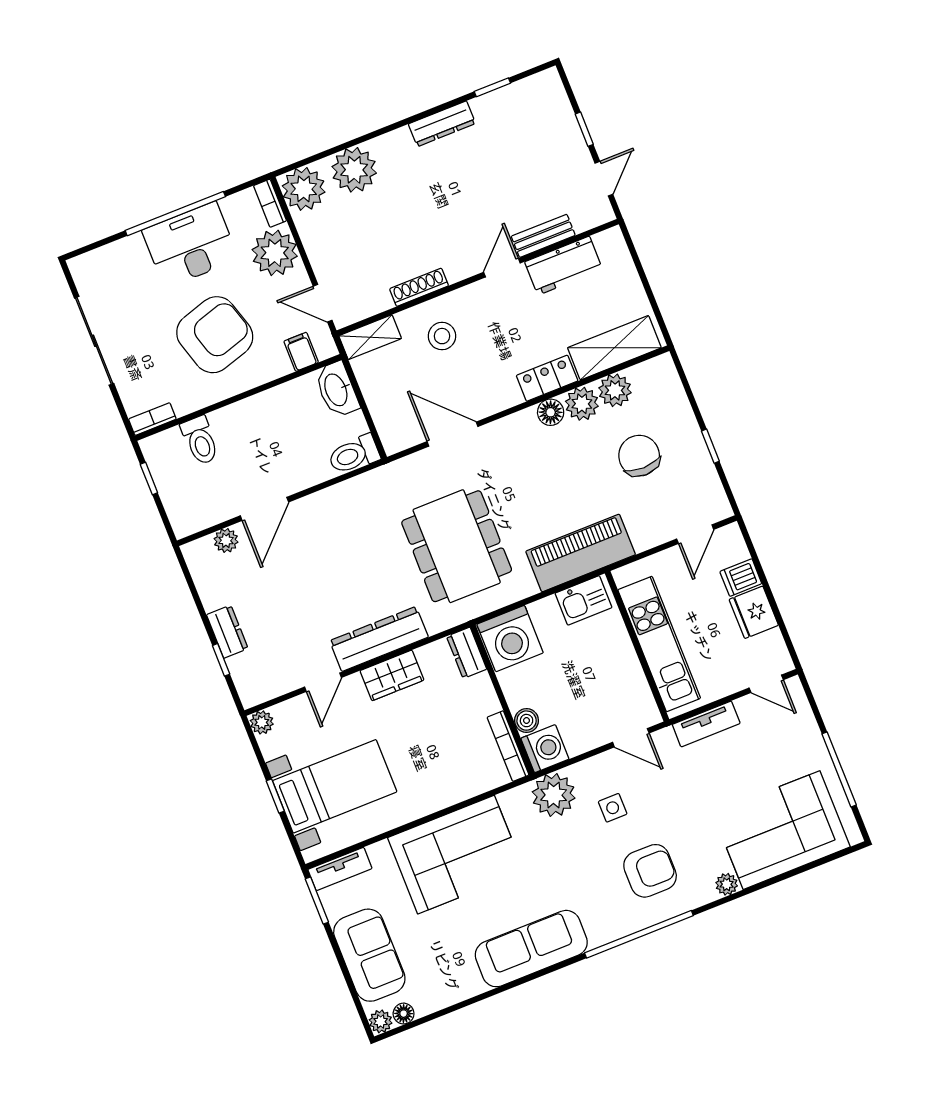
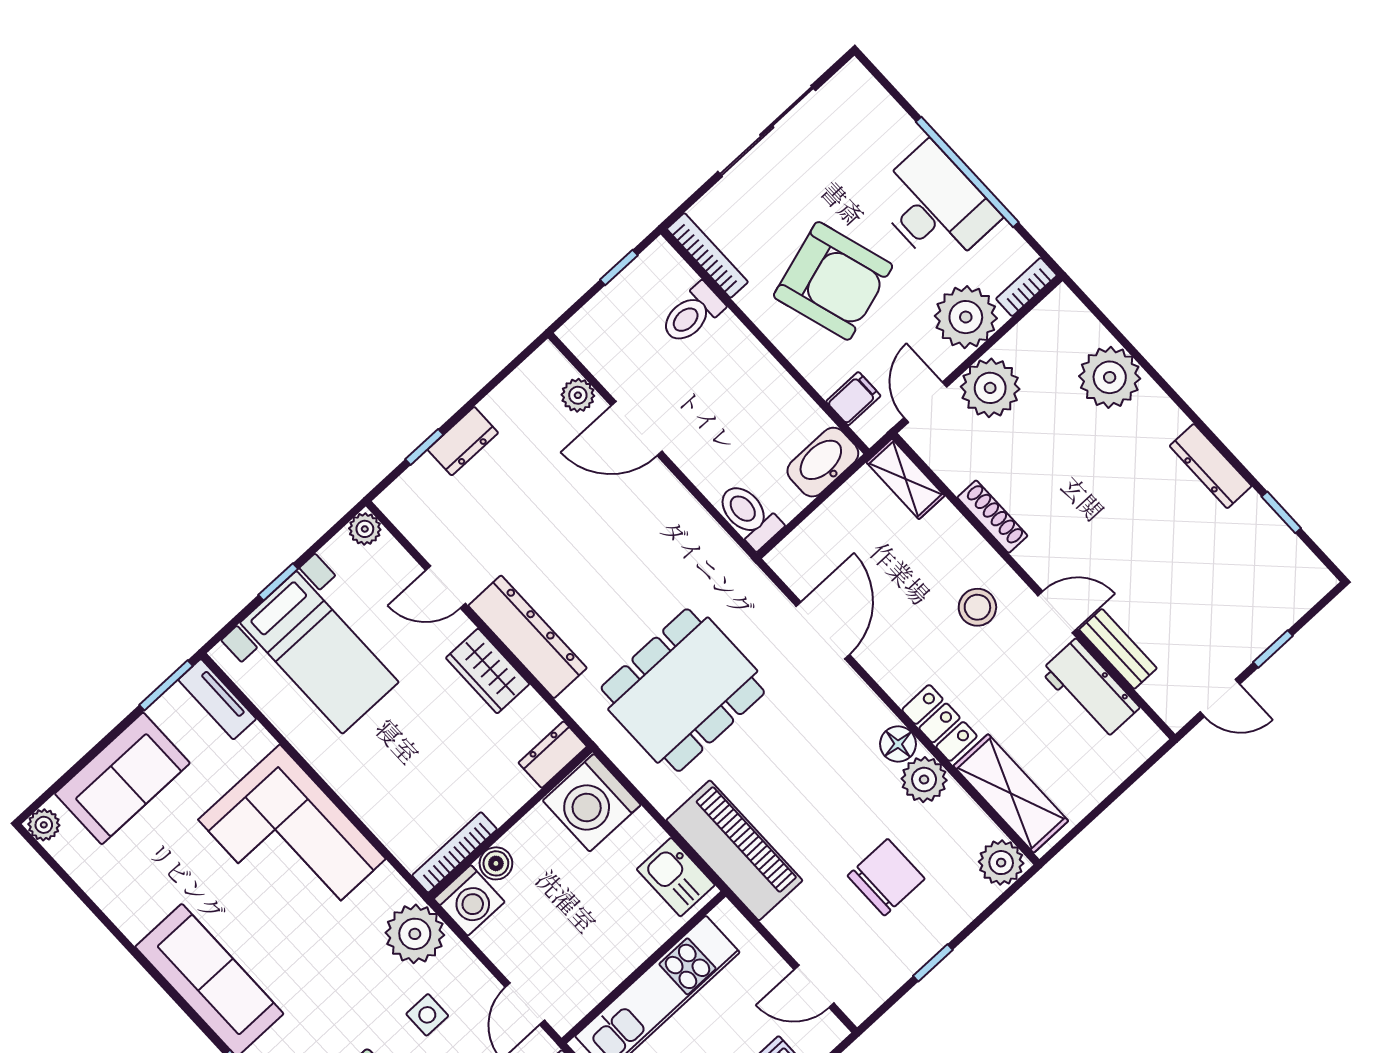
plant: (304, 189) -> (990, 388), moved
stool: (442, 336) -> (977, 607), moved
plant: (615, 390) -> (1001, 863), moved
bookcase: (152, 419) -> (707, 255), width x1.56
floor lamp: (404, 1014) -> (65, 850), removed

